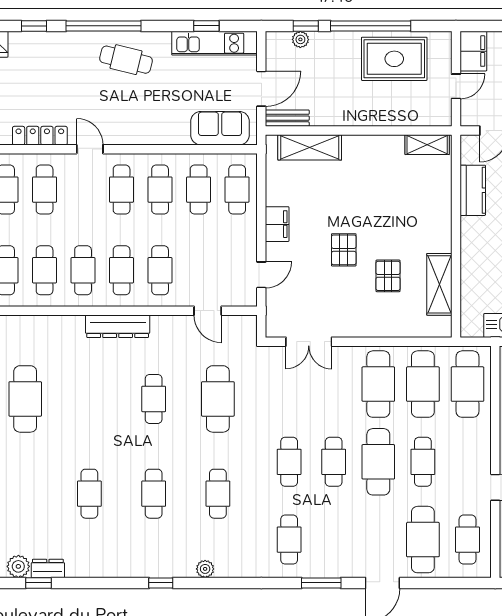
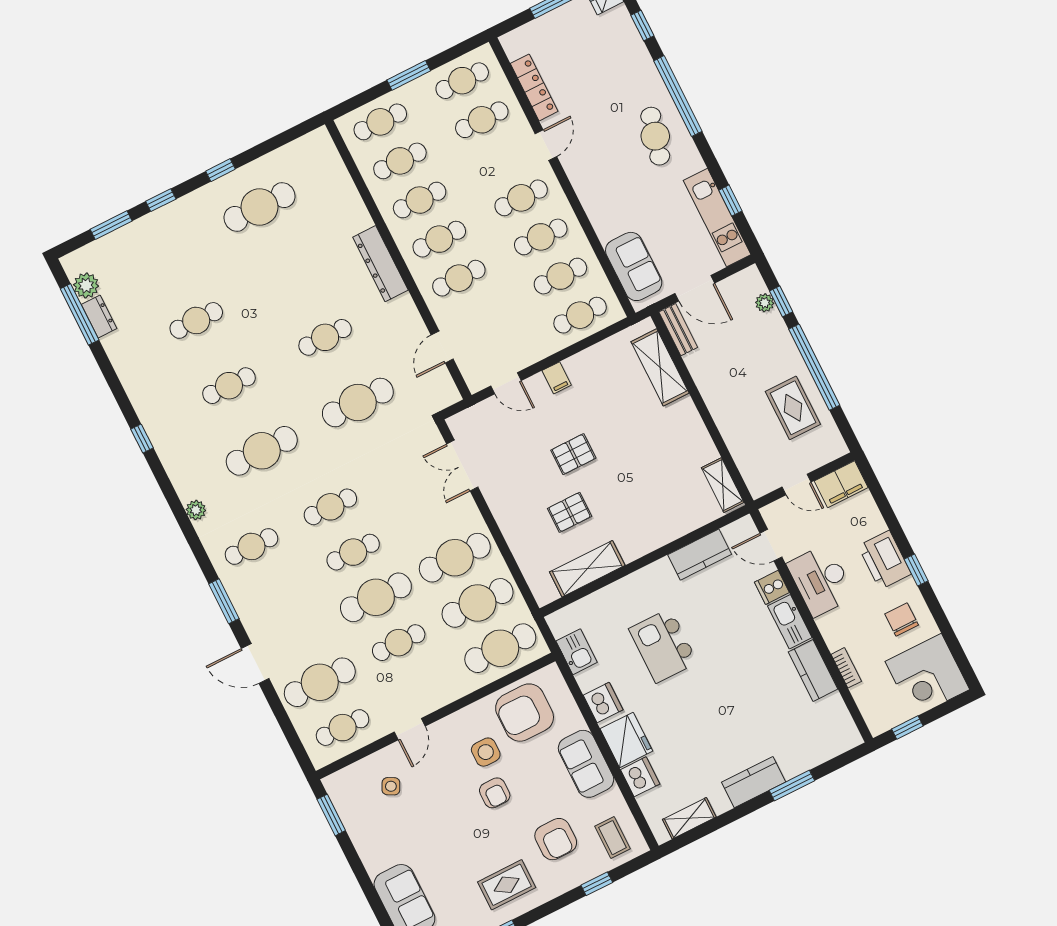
rug: (394, 59) -> (793, 408), width x0.73, depth x0.70
filing cabinet: (277, 224) -> (557, 378), width x0.50
cafe table: (218, 494) -> (262, 451), width x1.37, depth x1.35
plant: (205, 569) -> (196, 510), moved
window: (39, 583) -> (80, 314), width x2.17

